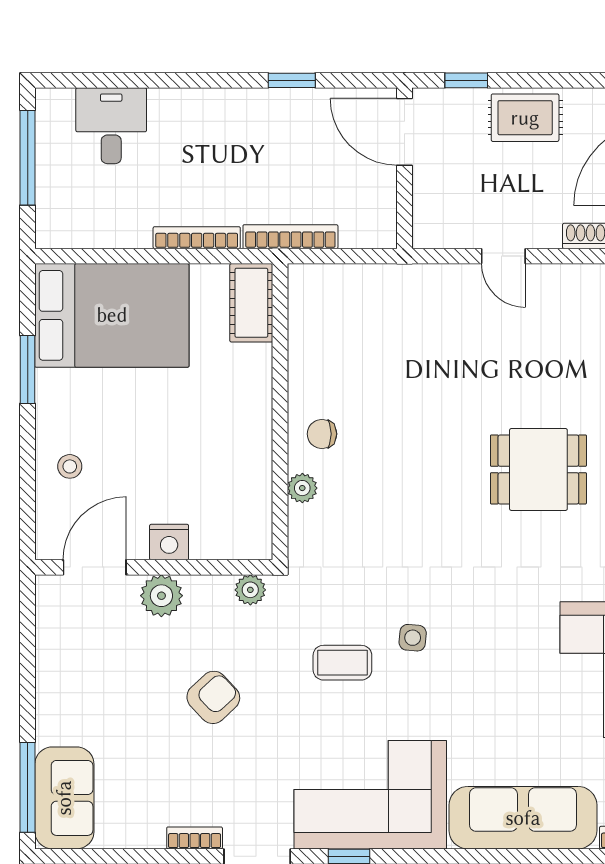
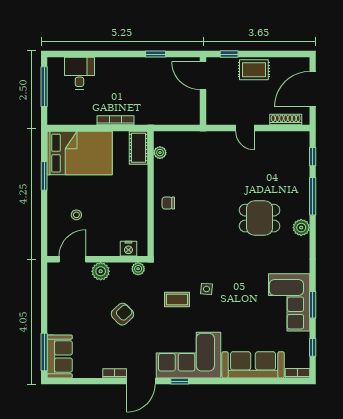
bookcase: (290, 237) -> (155, 120), removed
stool: (70, 466) -> (76, 215), moved
plant: (302, 488) -> (160, 153), moved
nightstand: (169, 542) -> (128, 249), moved

